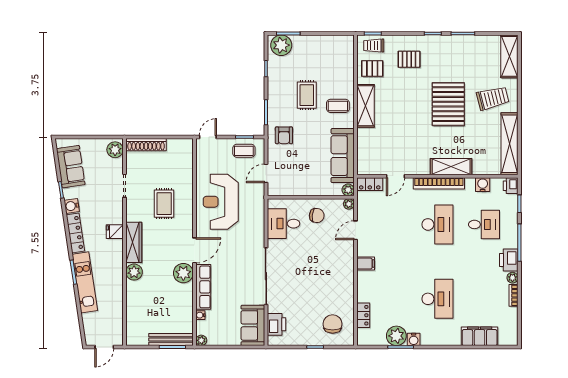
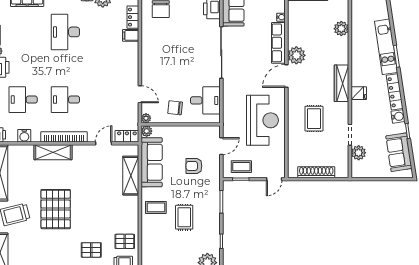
shelving: (366, 106) -> (131, 176), moved
armchair: (284, 135) -> (194, 166), moved, turned -90
shoe rack: (146, 145) -> (316, 172), moved
plant: (115, 150) -> (359, 153), moved
desk: (437, 224) -> (65, 100), width x0.73
door: (356, 230) -> (140, 94), hinge flipped
filing cabinet: (366, 264) -> (131, 35), moved
plant: (134, 272) -> (341, 29), moved

